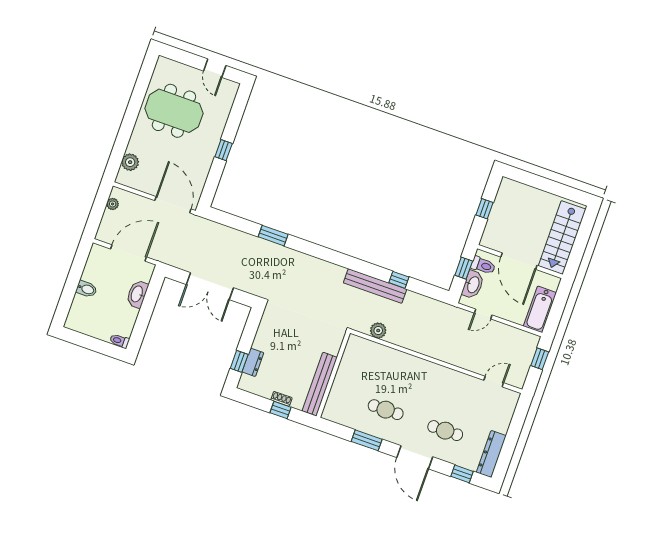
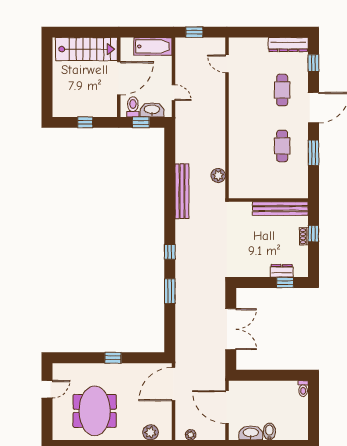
window: (399, 280) -> (170, 252), moved
washbasin: (137, 294) -> (251, 433), moved, turned 180

